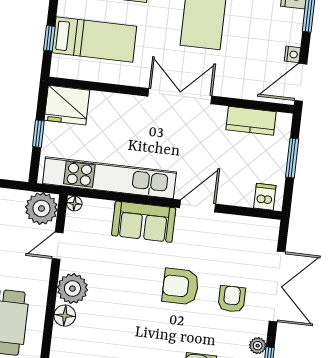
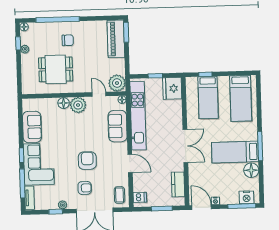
sofa: (144, 222) -> (118, 126), moved
coffee table: (255, 235) -> (119, 195), added

